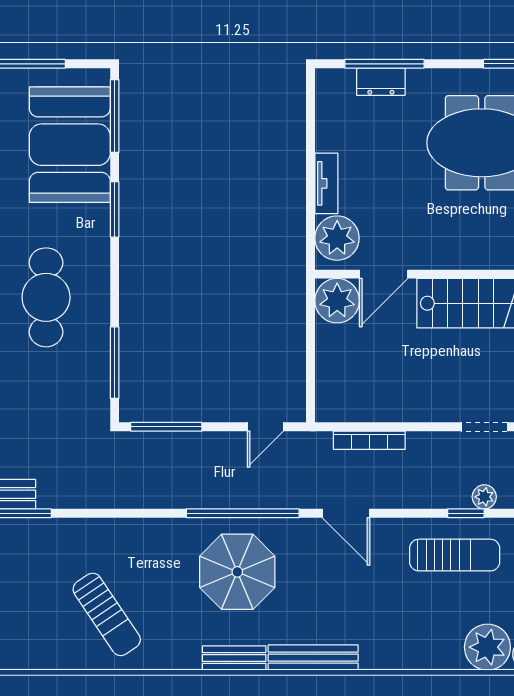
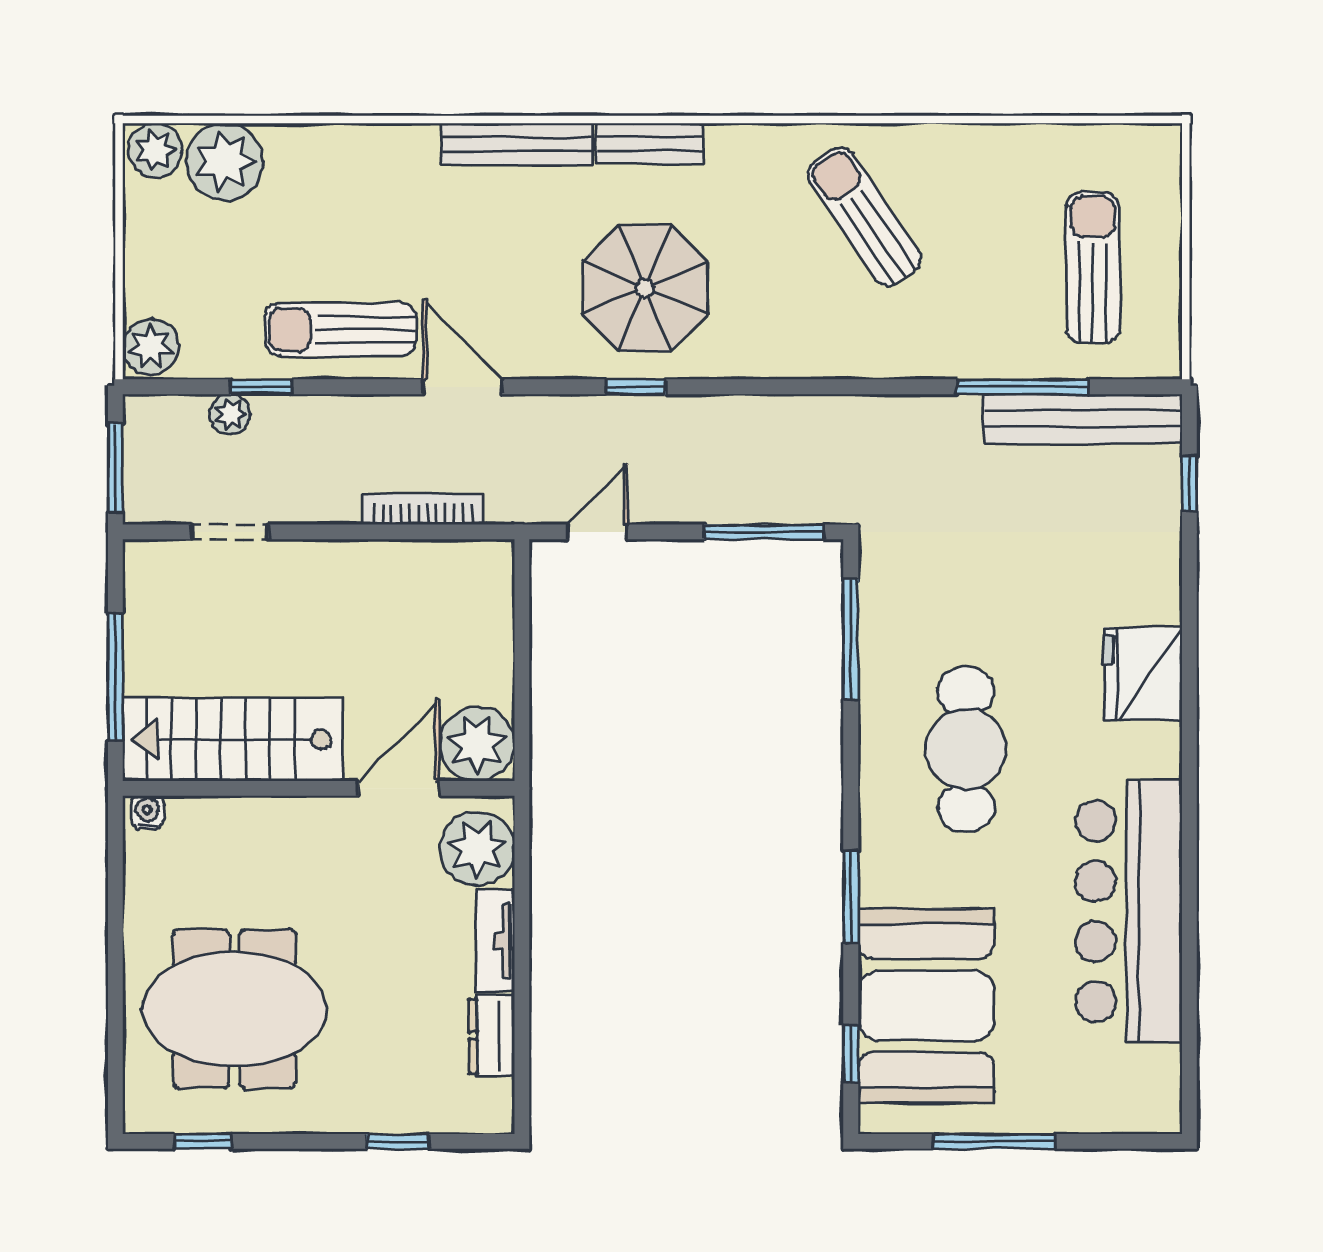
window: (385, 64) -> (398, 1141), width x0.46
dresser: (381, 82) -> (492, 1036), moved, turned -90
window: (115, 116) -> (851, 1054), width x0.46
window: (243, 513) -> (636, 387), width x0.32
sun lounger: (455, 555) -> (340, 329), moved

